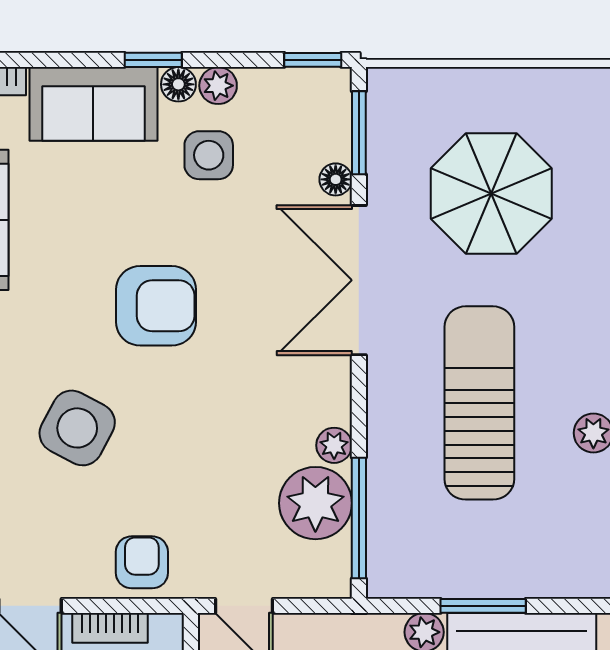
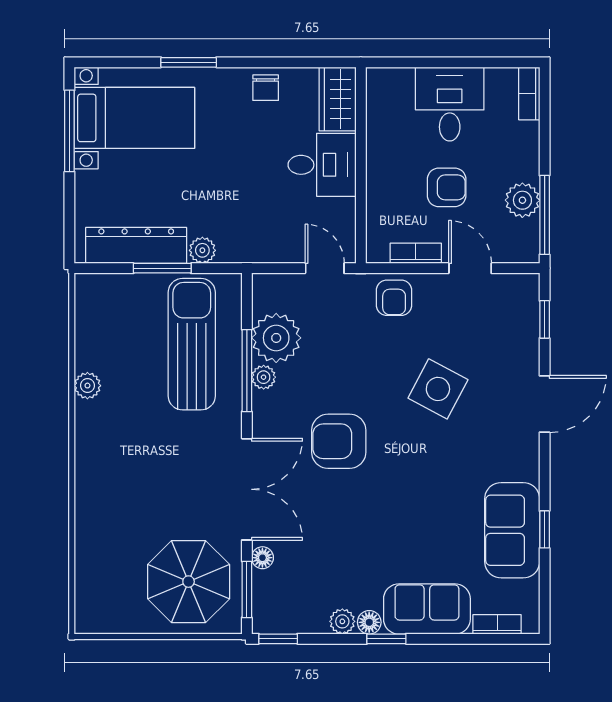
side table: (209, 155) -> (349, 574), removed
parasol: (491, 193) -> (189, 582), moved
armchair: (156, 306) -> (339, 441), moved
sun lounger: (479, 403) -> (192, 344), moved, turned 180
window: (359, 518) -> (247, 371), moved

